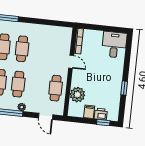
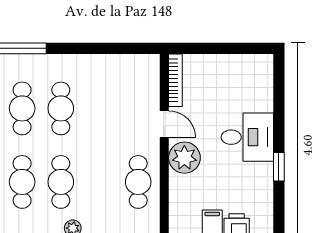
desk: (114, 45) -> (247, 137), moved, turned 90
plant: (77, 95) -> (184, 158), moved

